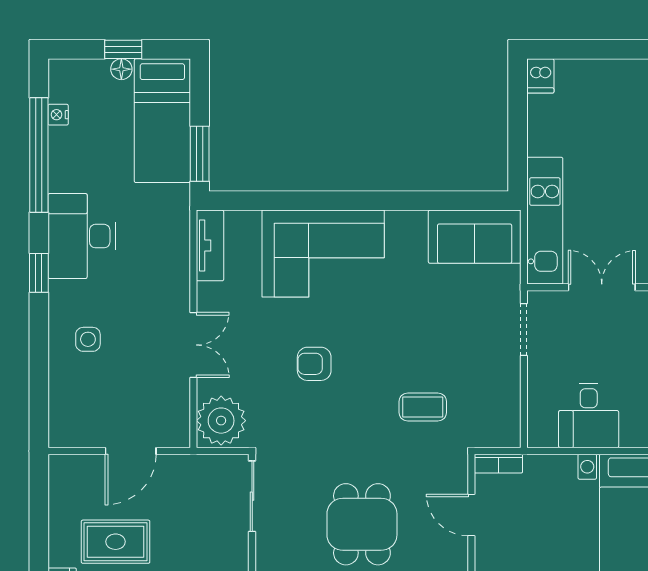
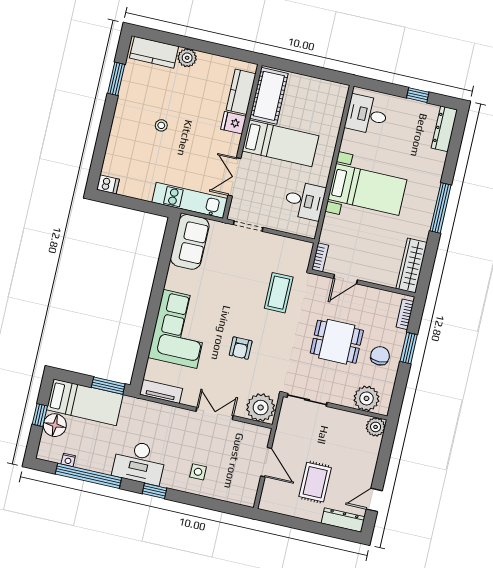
floor lamp: (121, 69) -> (55, 425), width x1.89, depth x1.89
coffee table: (423, 407) -> (279, 293), width x1.36, depth x1.30

